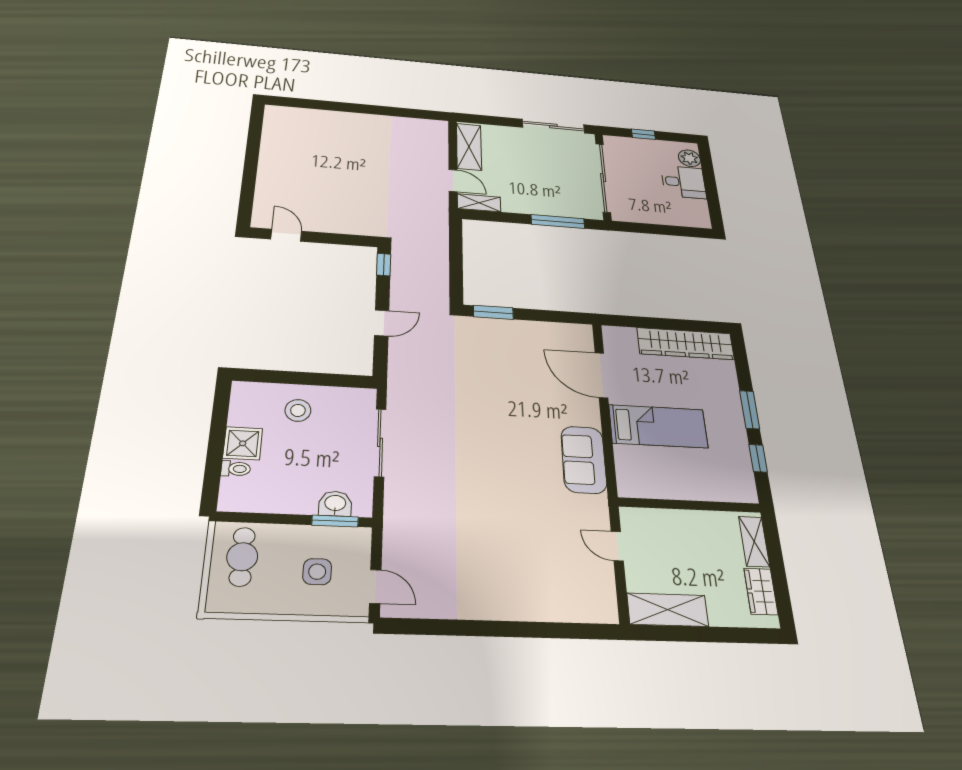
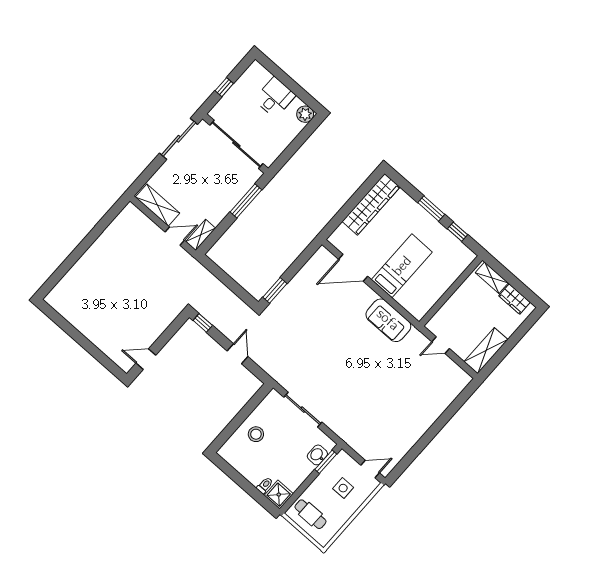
plant: (689, 158) -> (305, 114), moved
shower: (243, 443) -> (279, 495), moved

